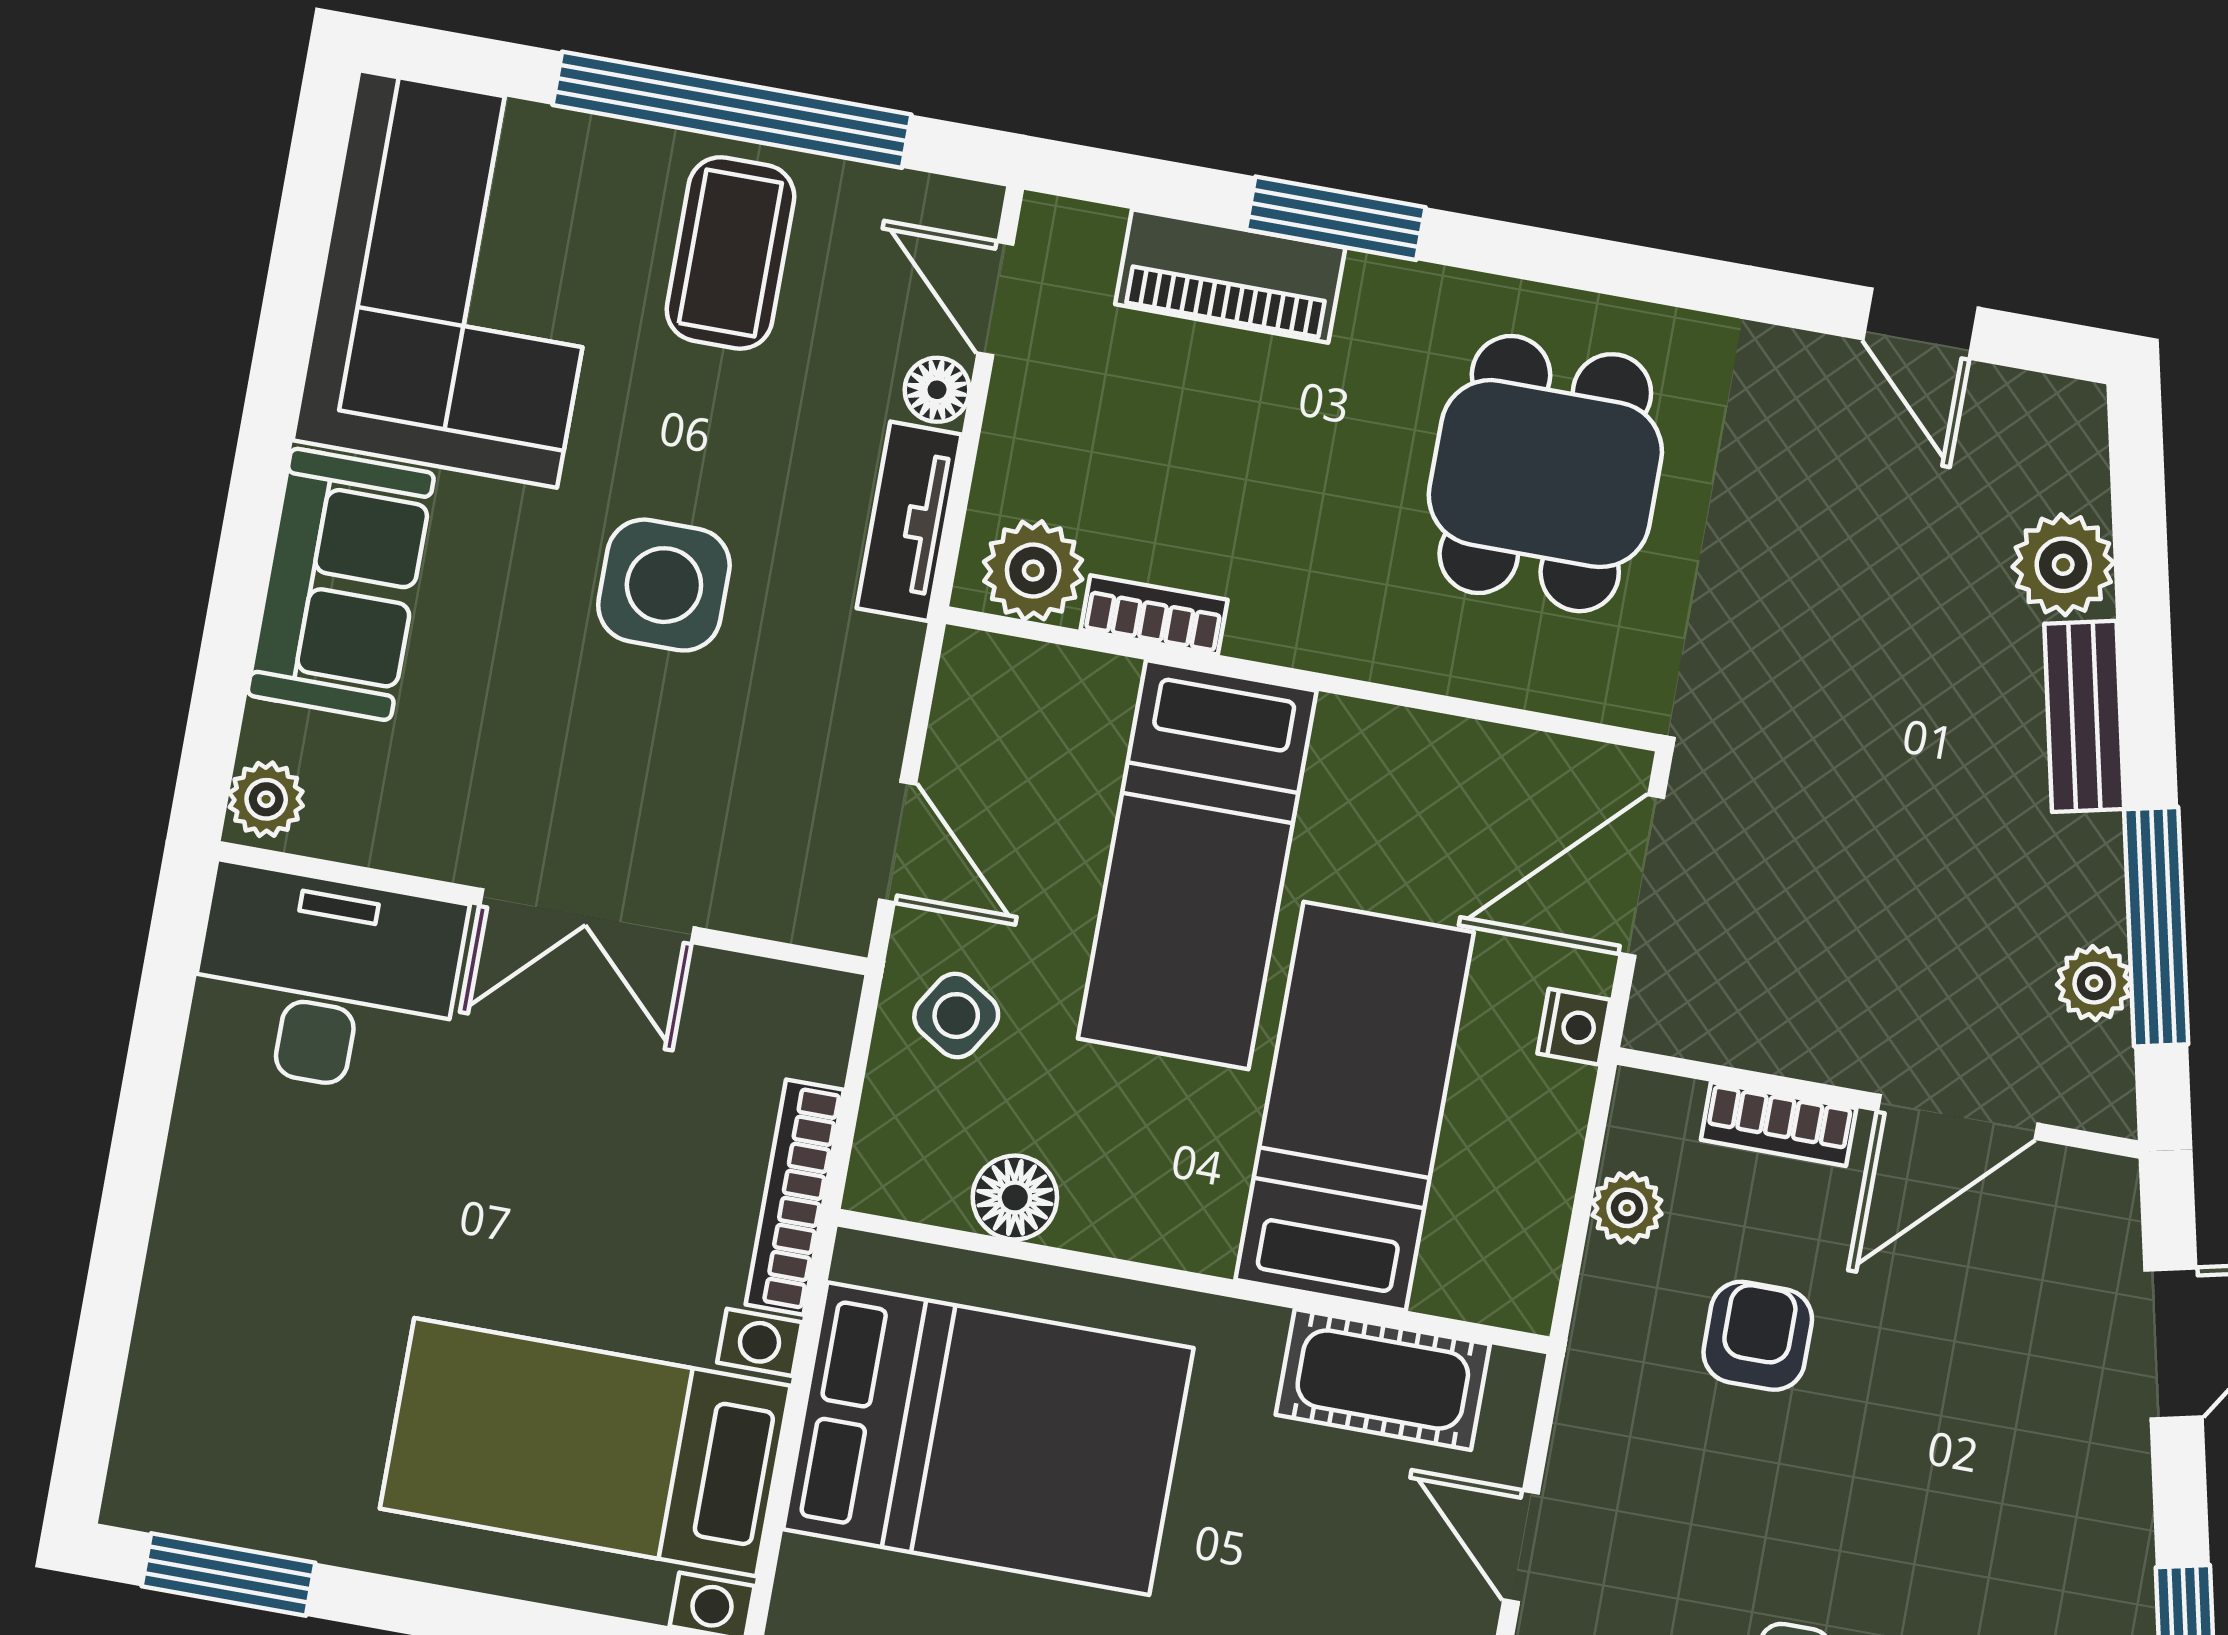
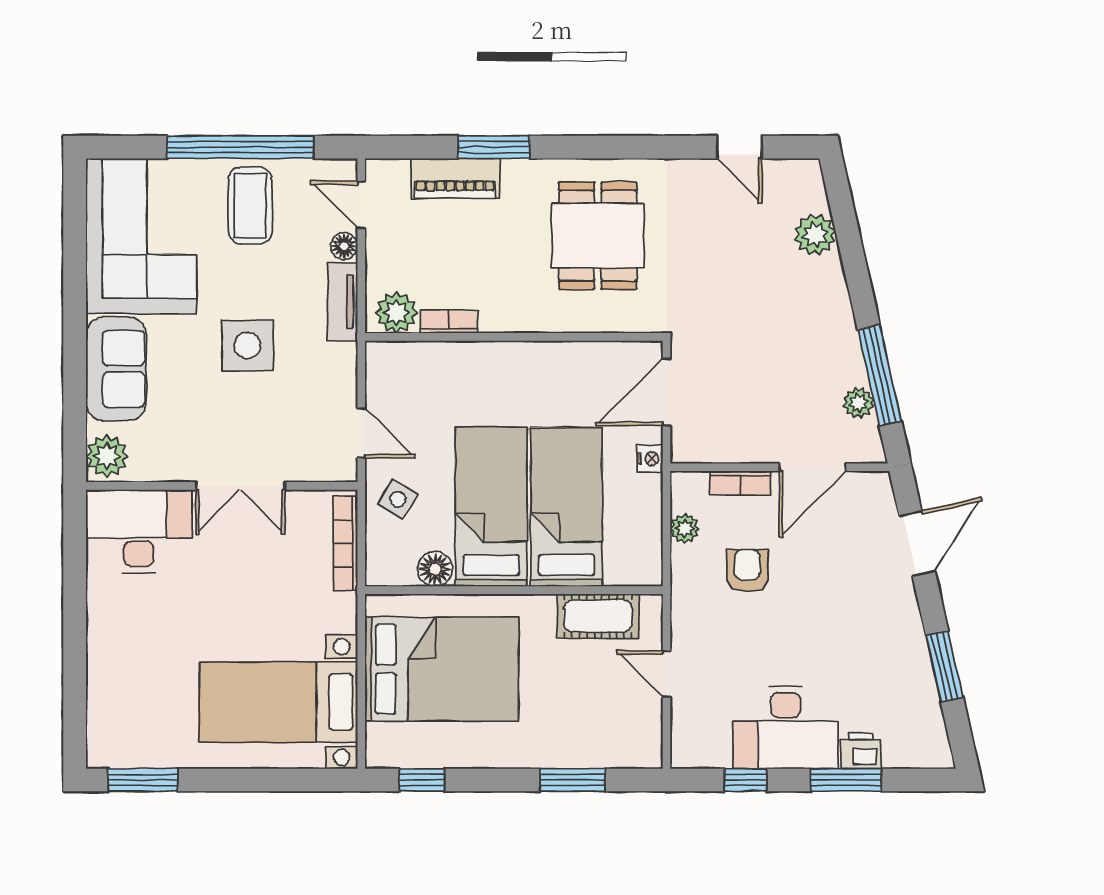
bench: (2084, 716) -> (835, 295), removed
plant: (266, 799) -> (107, 456), width x1.38, depth x1.38
bed: (1197, 865) -> (491, 507), moved, turned 180
bookcase: (795, 1197) -> (345, 543), moved

